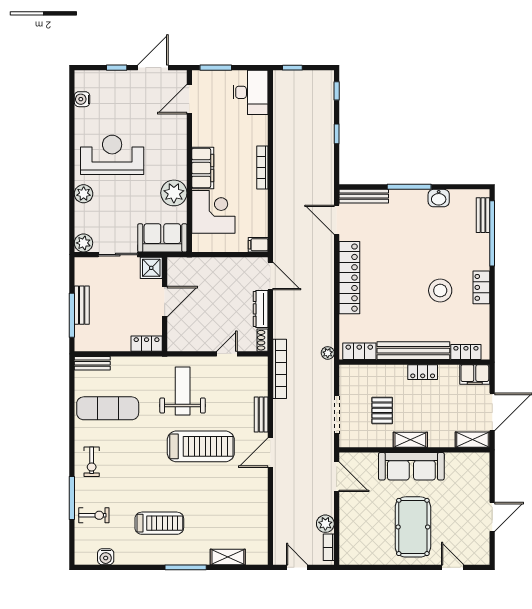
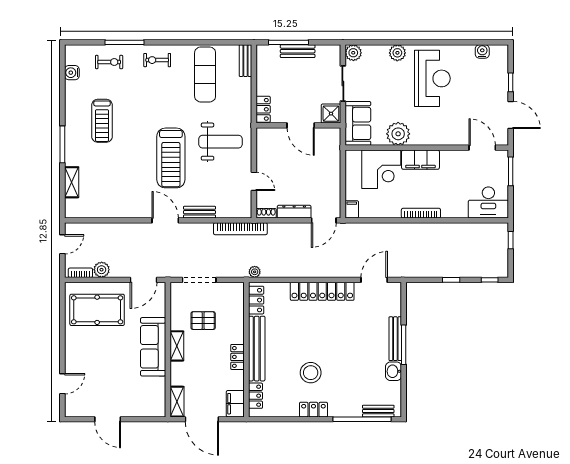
bench: (364, 196) -> (395, 339), moved
exercise bike: (94, 515) -> (109, 62), turned -90
pool table: (413, 527) -> (97, 310), moved

